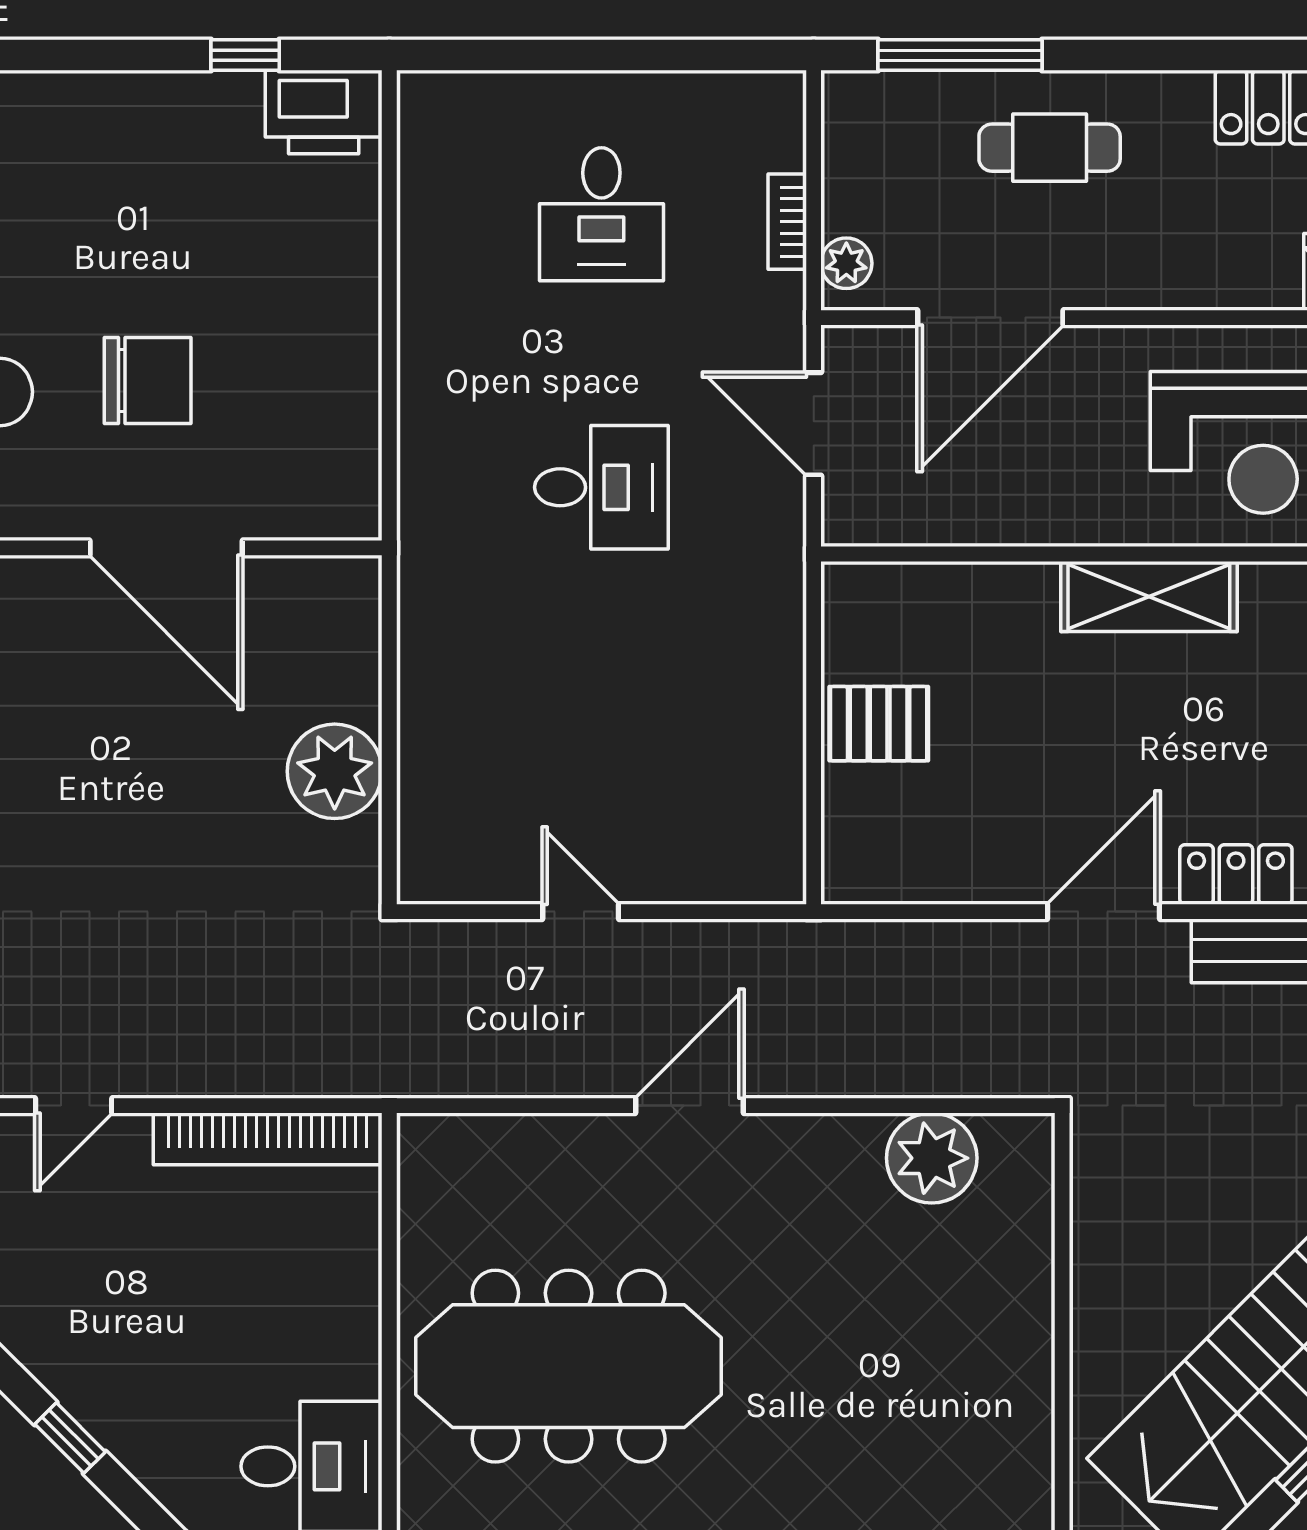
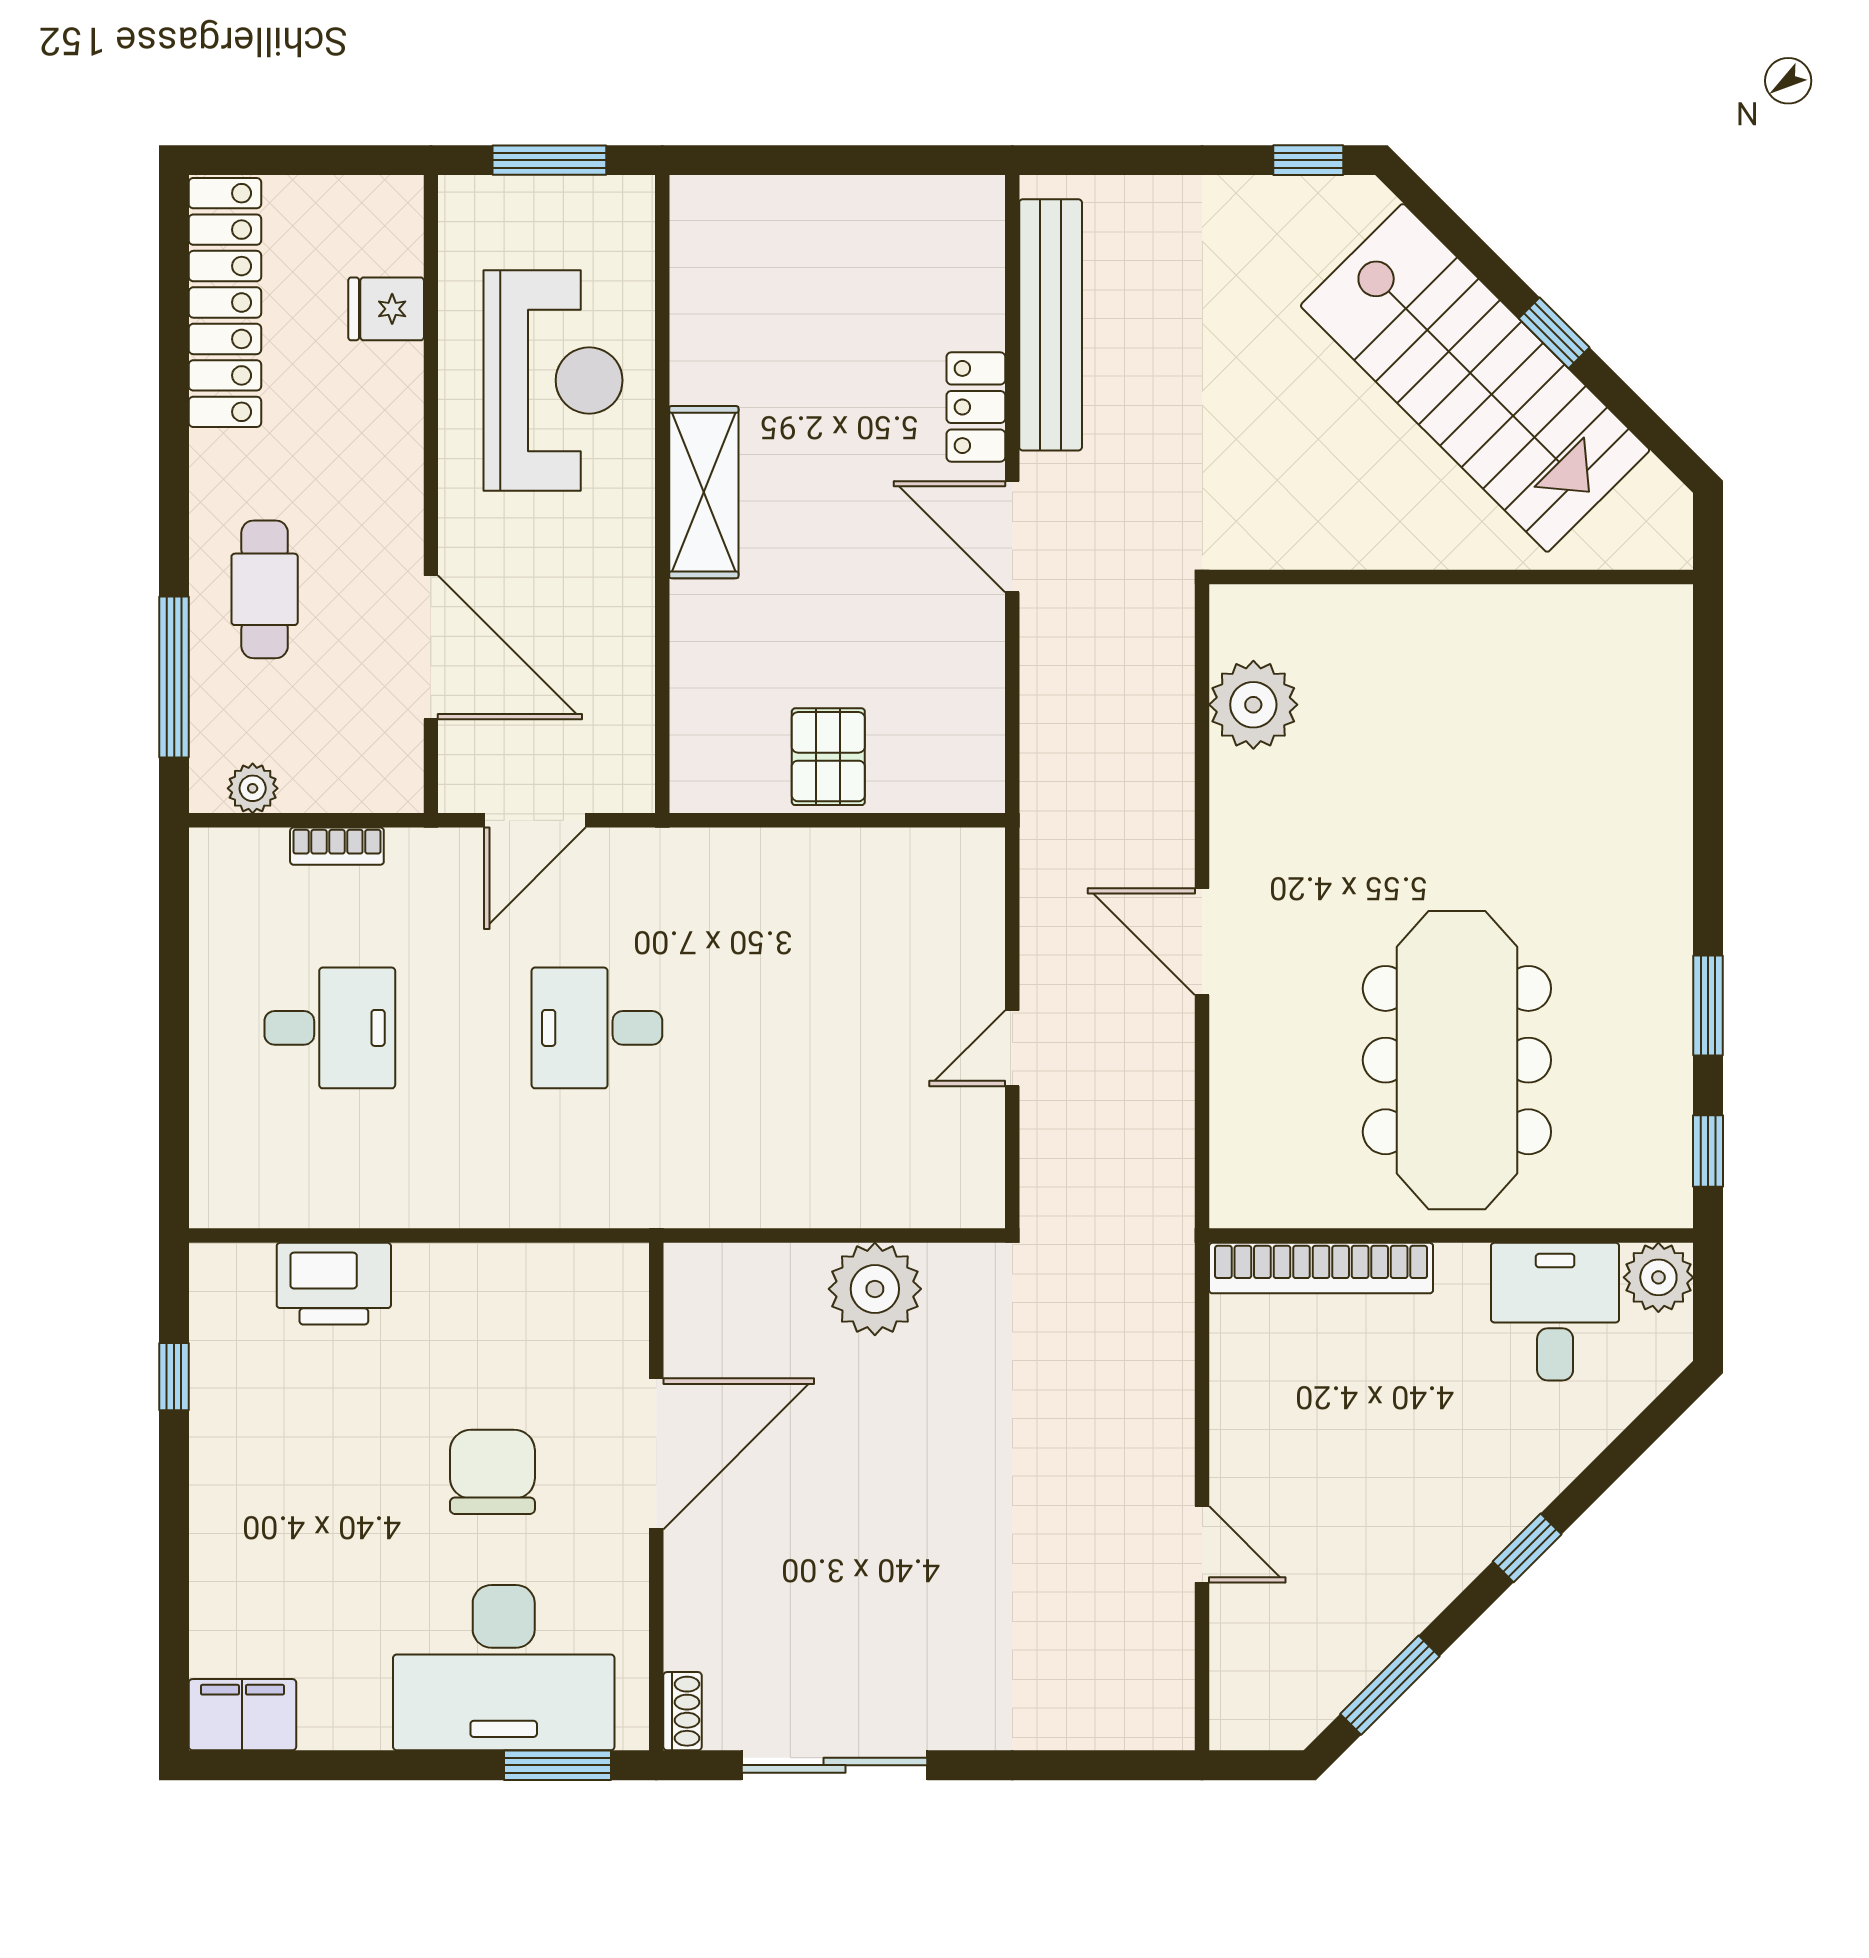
printer: (324, 112) -> (334, 1284), moved, turned 90
plant: (846, 263) -> (253, 788), moved
desk: (601, 487) -> (597, 1028), turned -90
bookcase: (268, 1139) -> (1321, 1268), moved, turned 90

